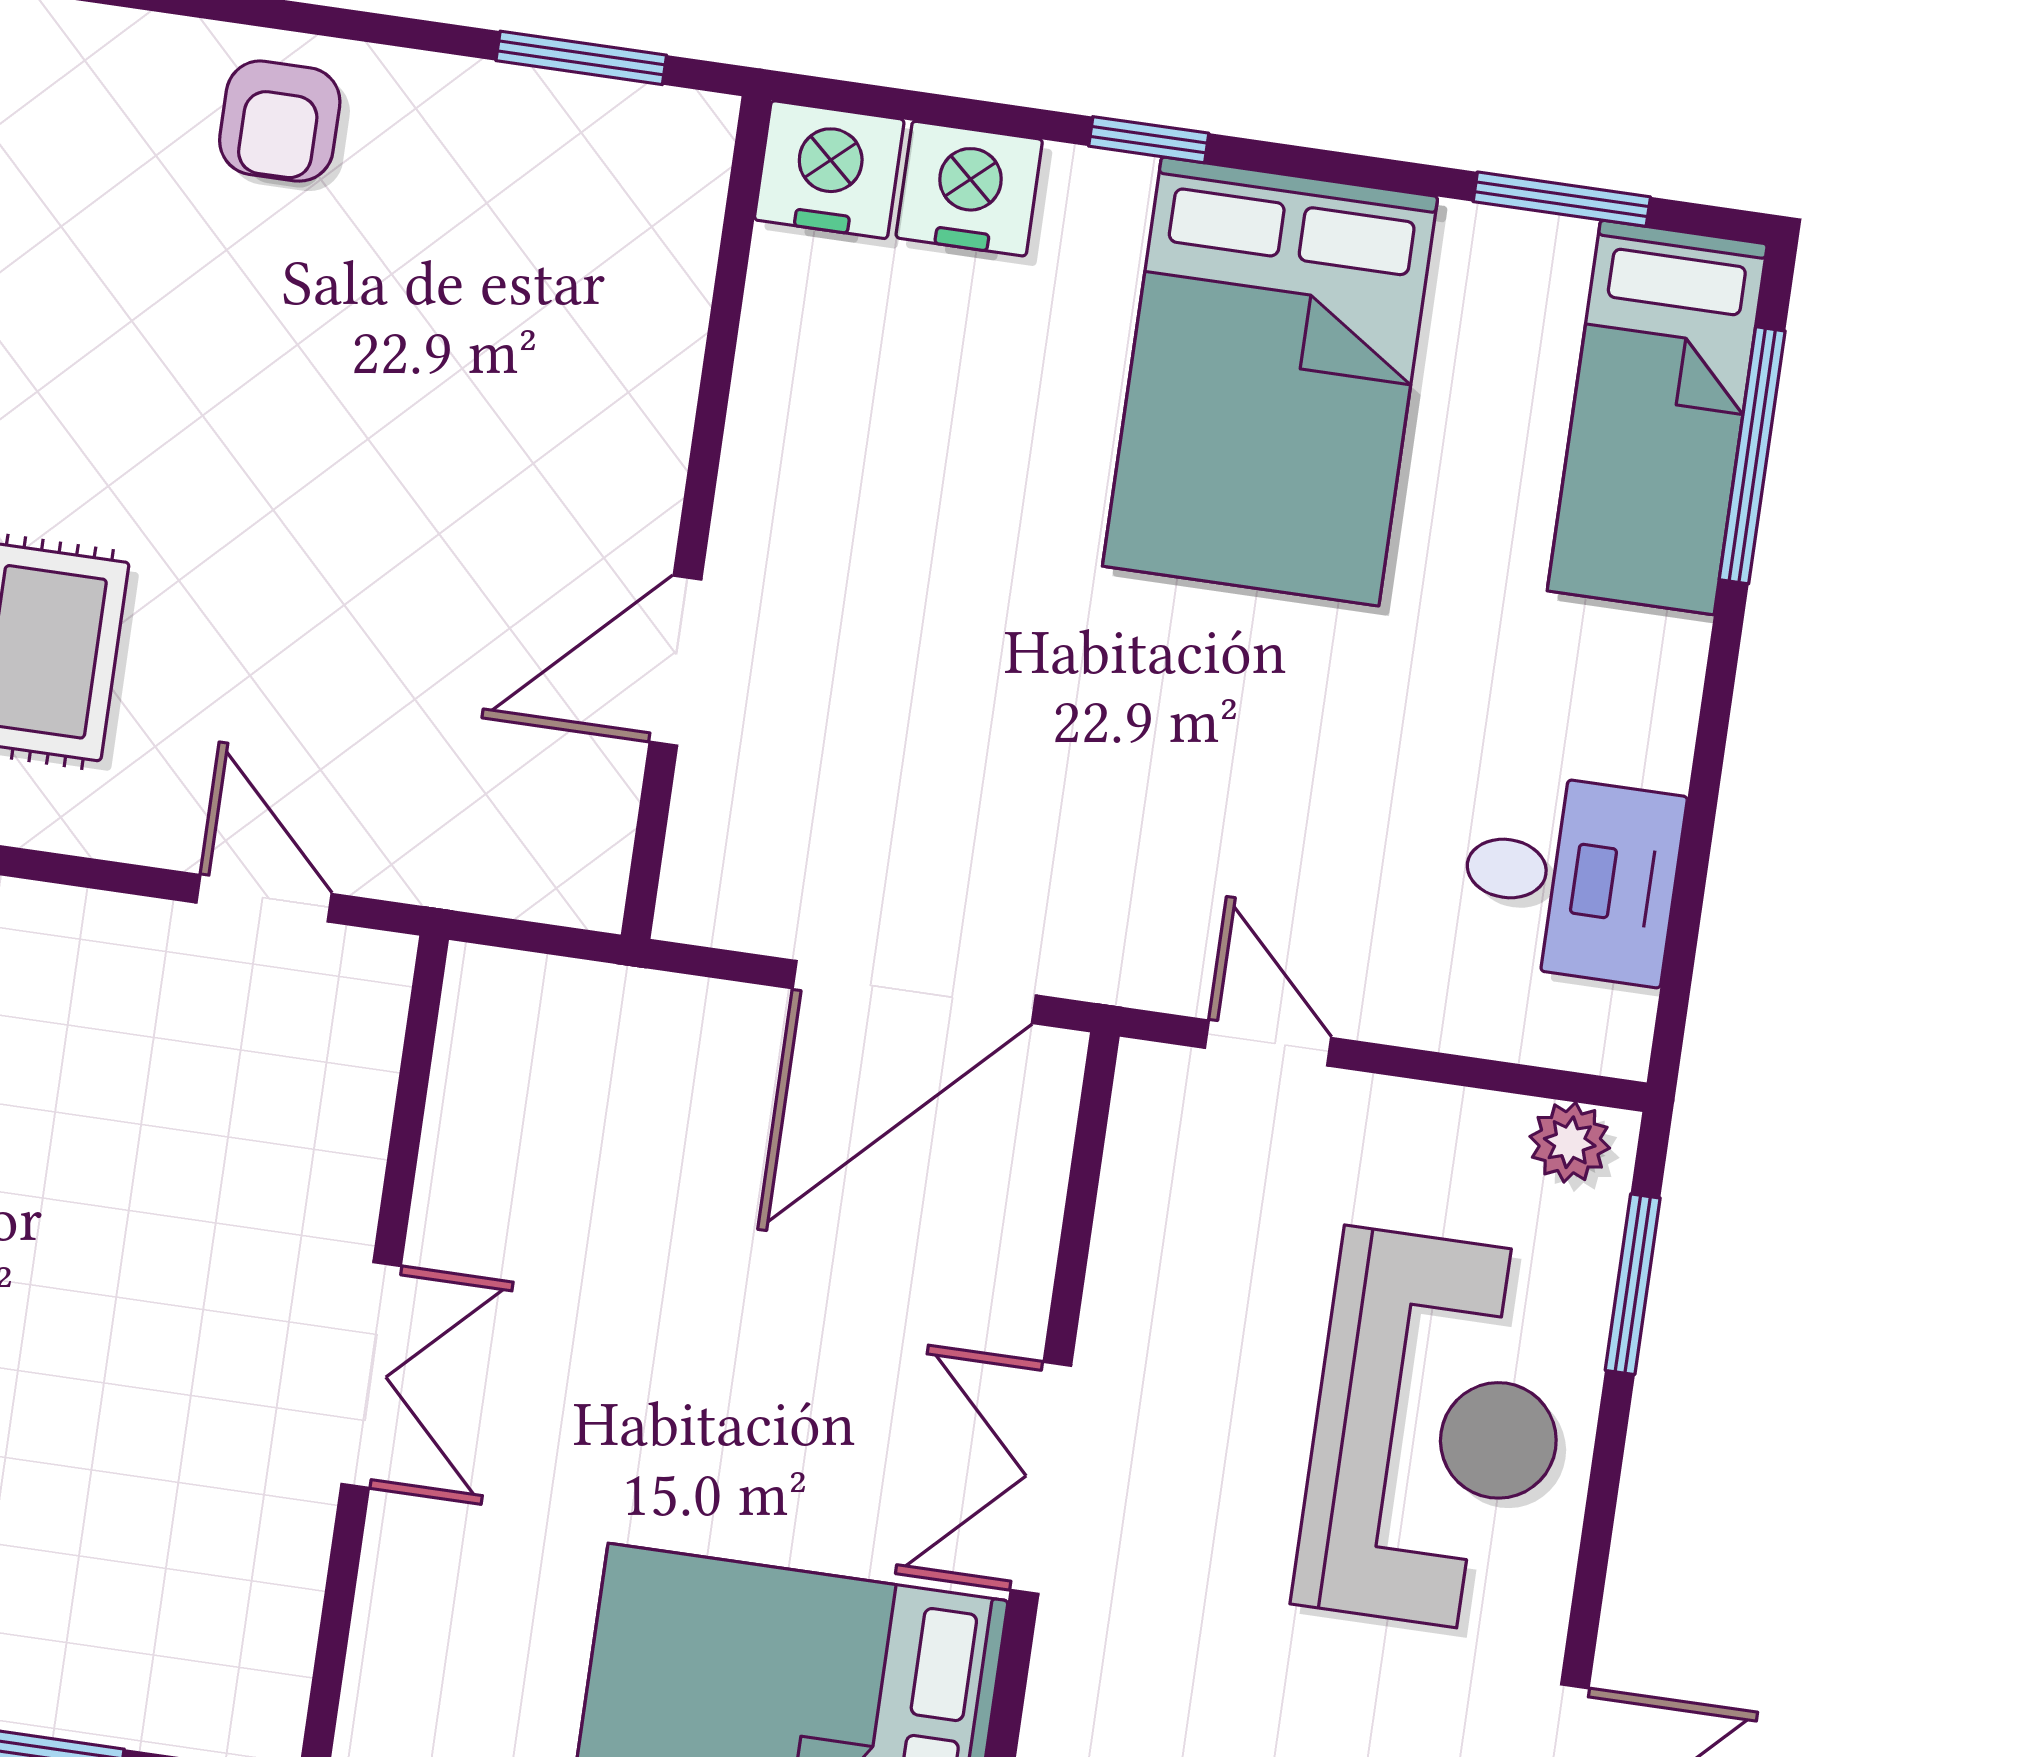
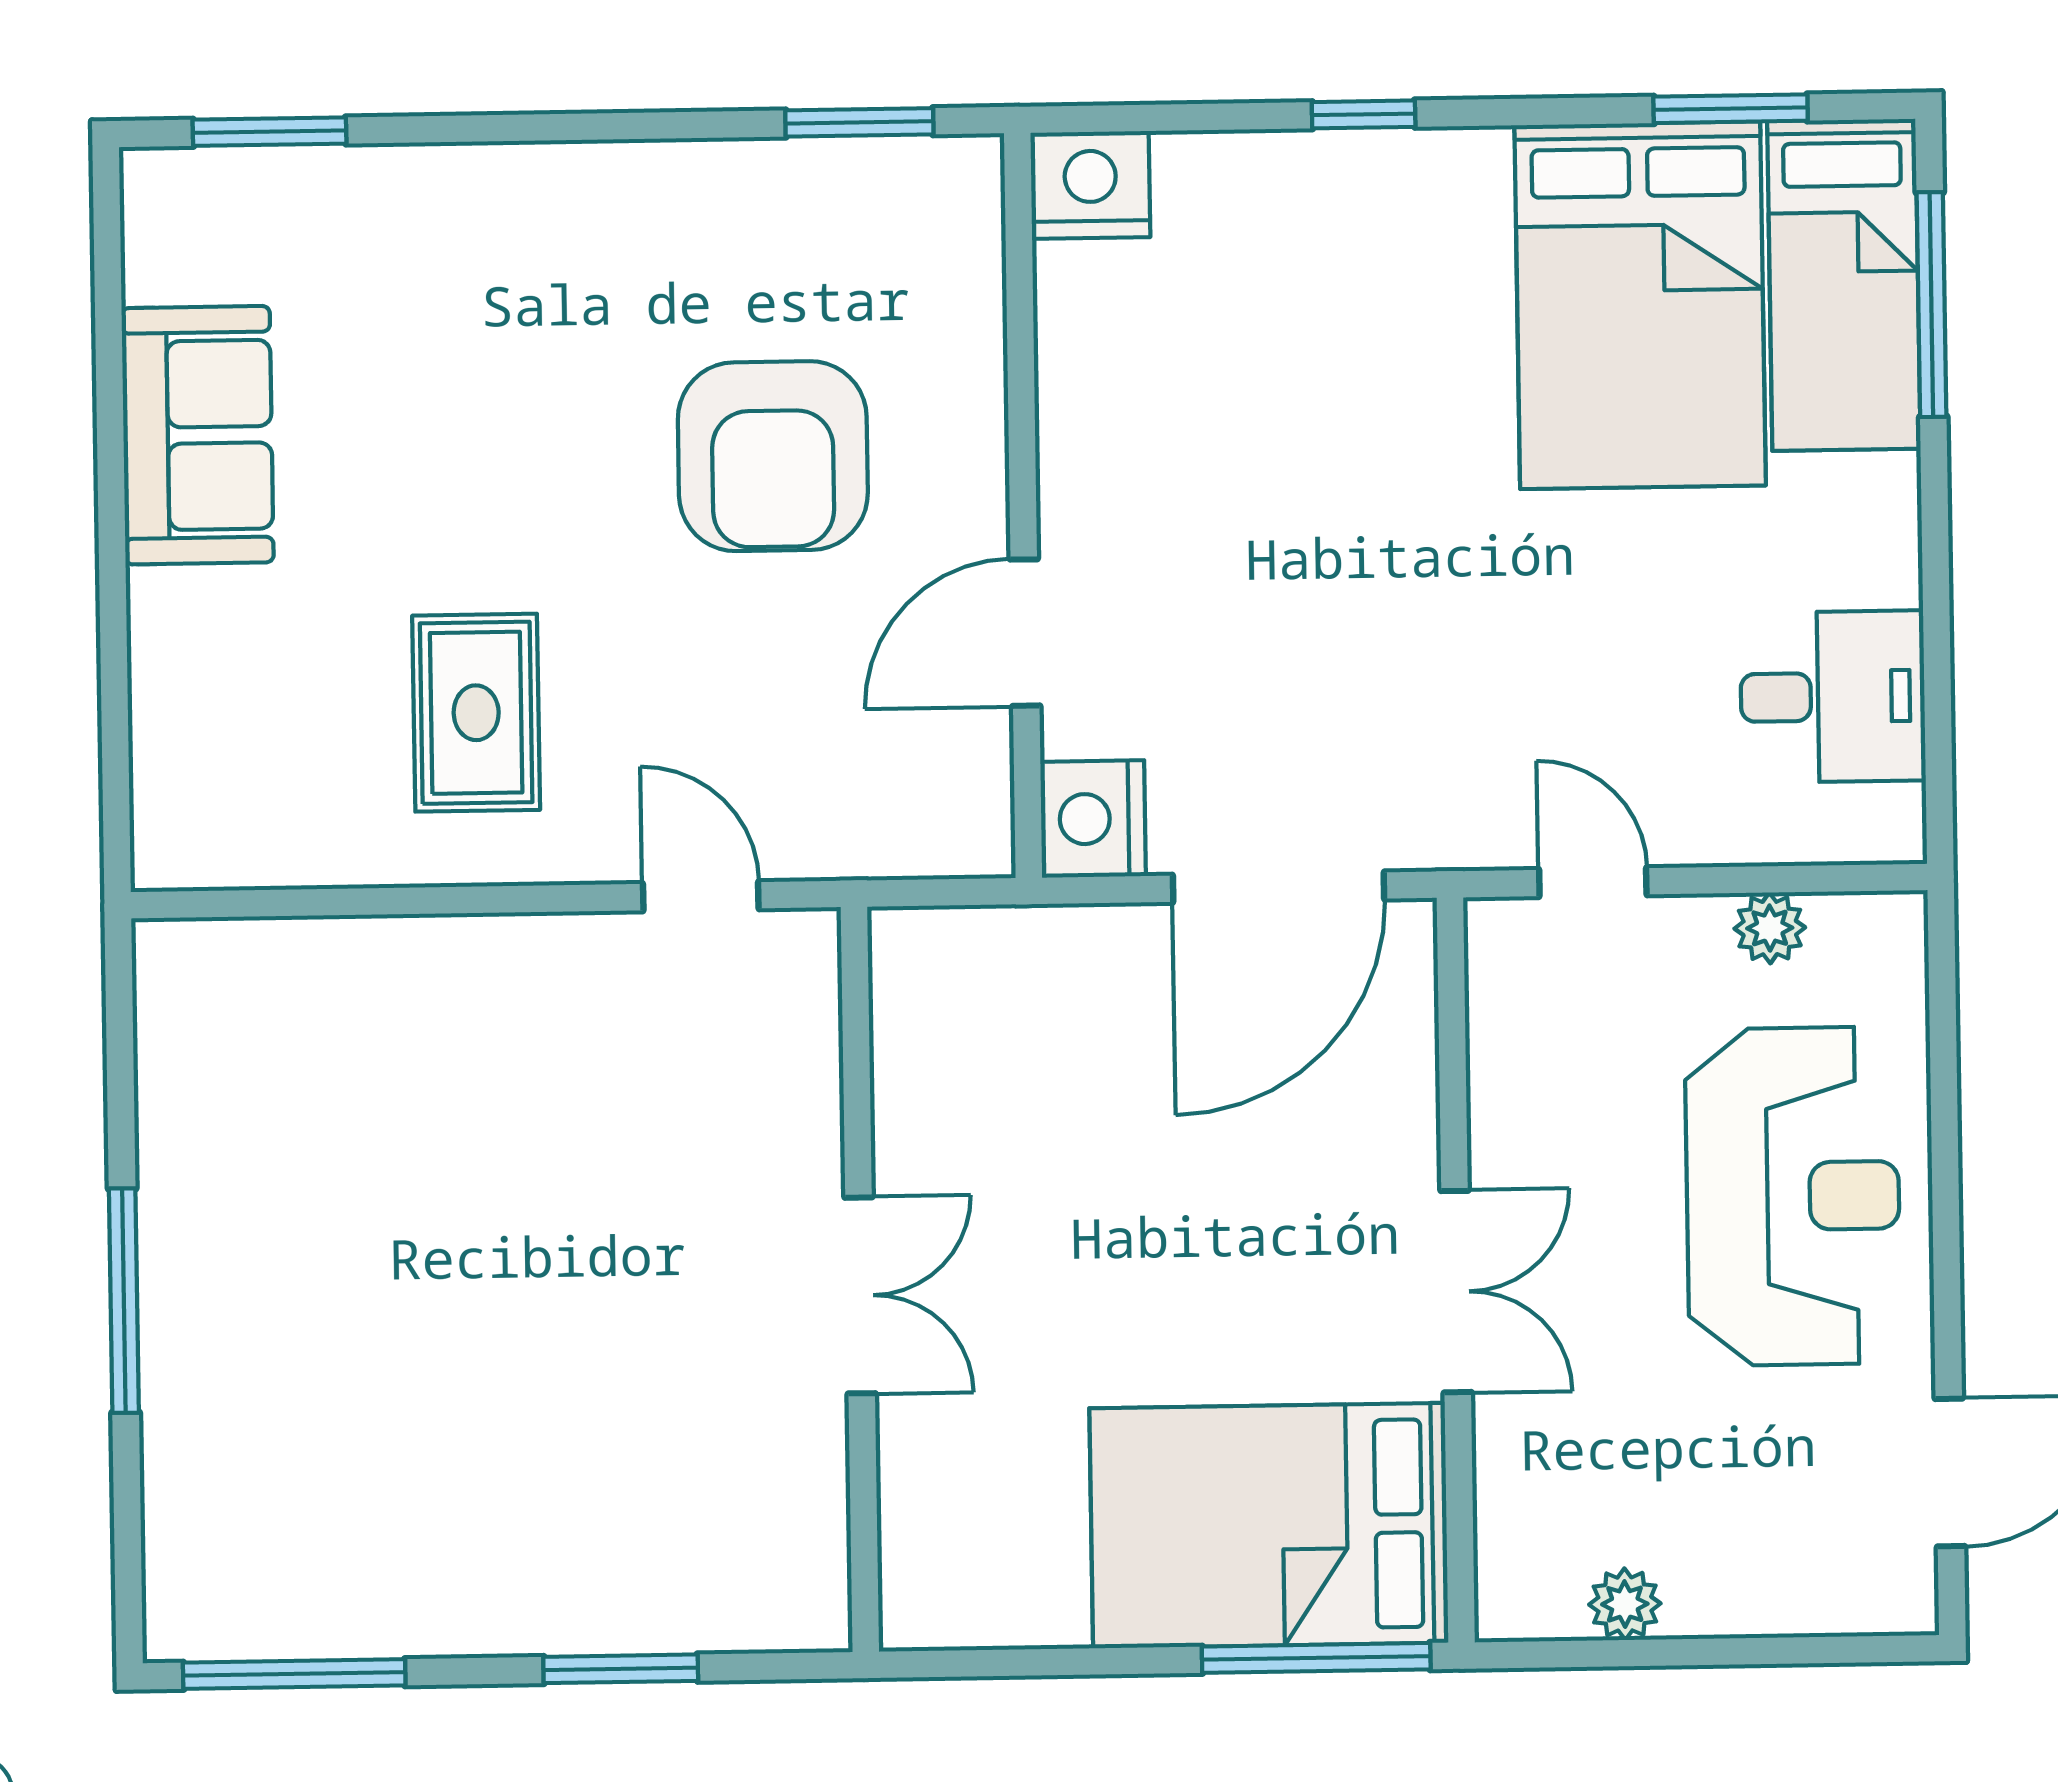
armchair: (280, 121) -> (773, 456), moved, width x1.88, depth x1.88
nightstand: (969, 189) -> (1093, 819), moved, turned -90
bed: (1270, 381) -> (1640, 305), moved
plant: (1570, 1142) -> (1770, 928), moved
window: (1633, 1284) -> (1943, 1041), removed
double door: (1041, 1478) -> (1456, 1292), swing flipped

